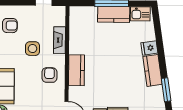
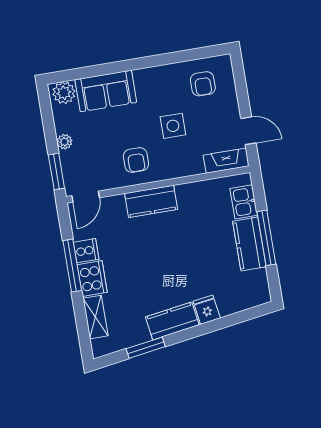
kitchen sink: (140, 14) -> (244, 202), moved
fireplace: (59, 40) -> (226, 161), moved
armchair: (49, 75) -> (136, 160), turned 90

